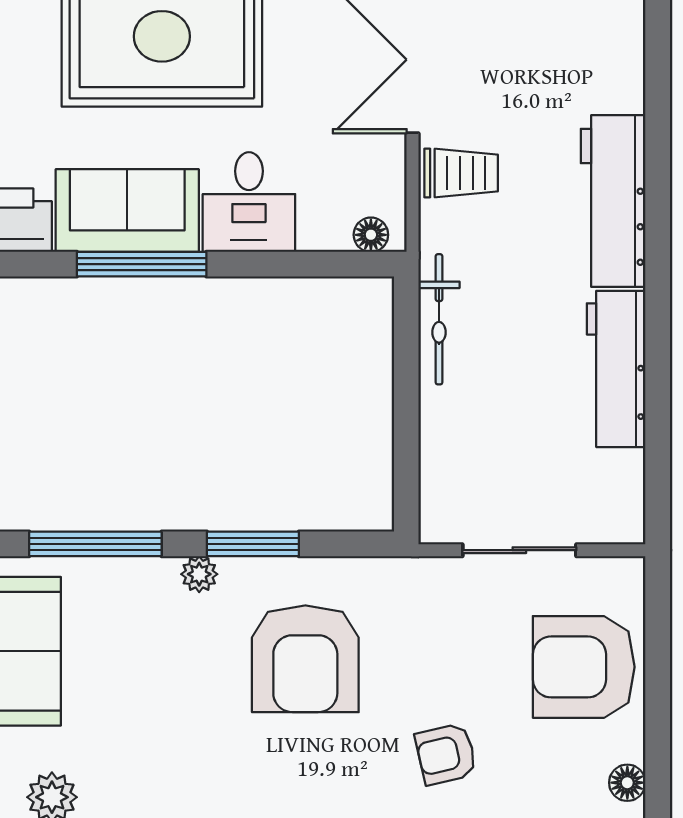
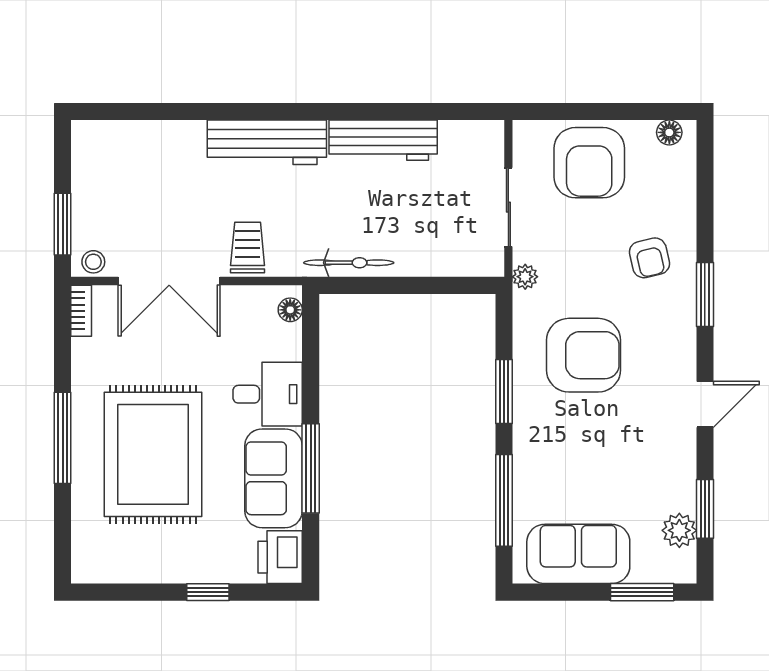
plant: (199, 574) -> (525, 277), moved

